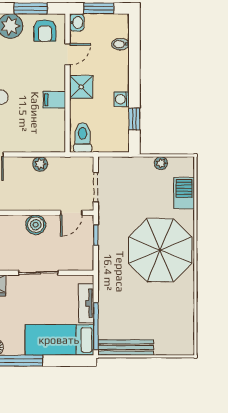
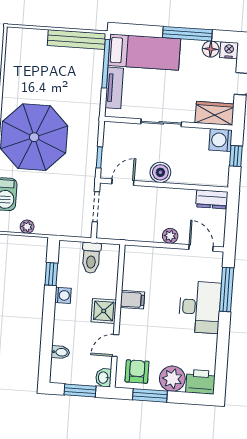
toilet: (83, 137) -> (91, 258), moved
plant: (40, 164) -> (170, 236), moved

